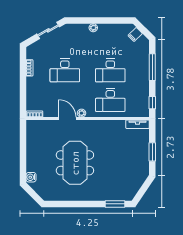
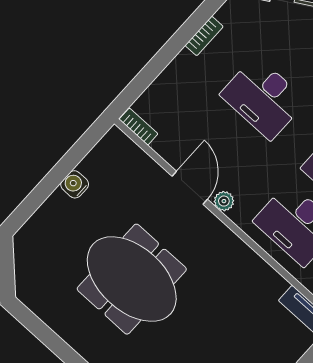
meeting table: (75, 163) -> (132, 279), turned 90
water cooler: (31, 177) -> (75, 184), moved

